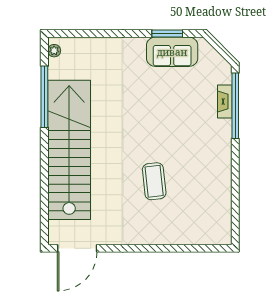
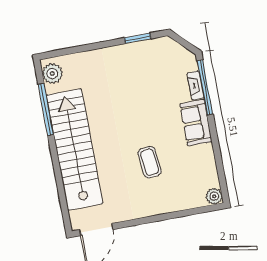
plant: (54, 51) -> (52, 74), width x1.88, depth x1.88
sofa: (172, 52) -> (196, 123), moved, turned 90
plant: (222, 235) -> (214, 196), added

